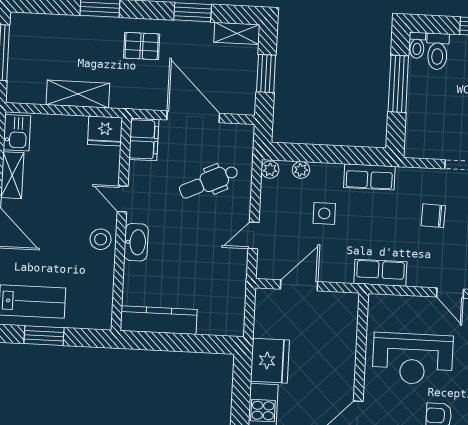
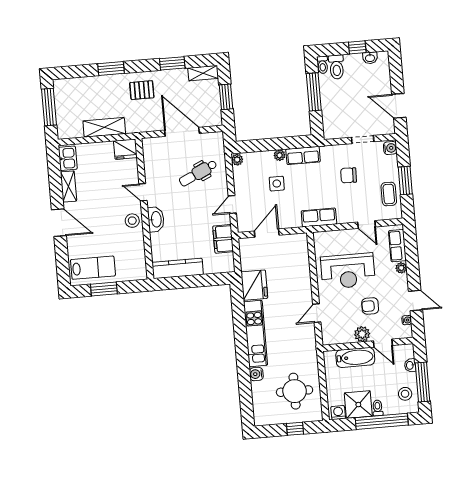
filing cabinet: (144, 139) -> (223, 239), moved, turned 180
plant: (301, 170) -> (280, 155), moved

